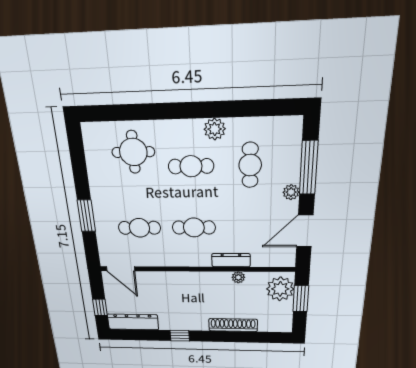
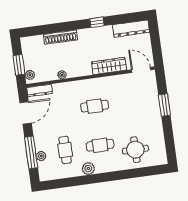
plant: (291, 192) -> (41, 156), moved
cafe table: (139, 228) -> (129, 101), removed
dresser: (231, 260) -> (40, 91), moved
wardrobe: (167, 280) -> (109, 66), added
plant: (280, 289) -> (30, 75), width x0.53, depth x0.53
window: (100, 307) -> (155, 37), removed

